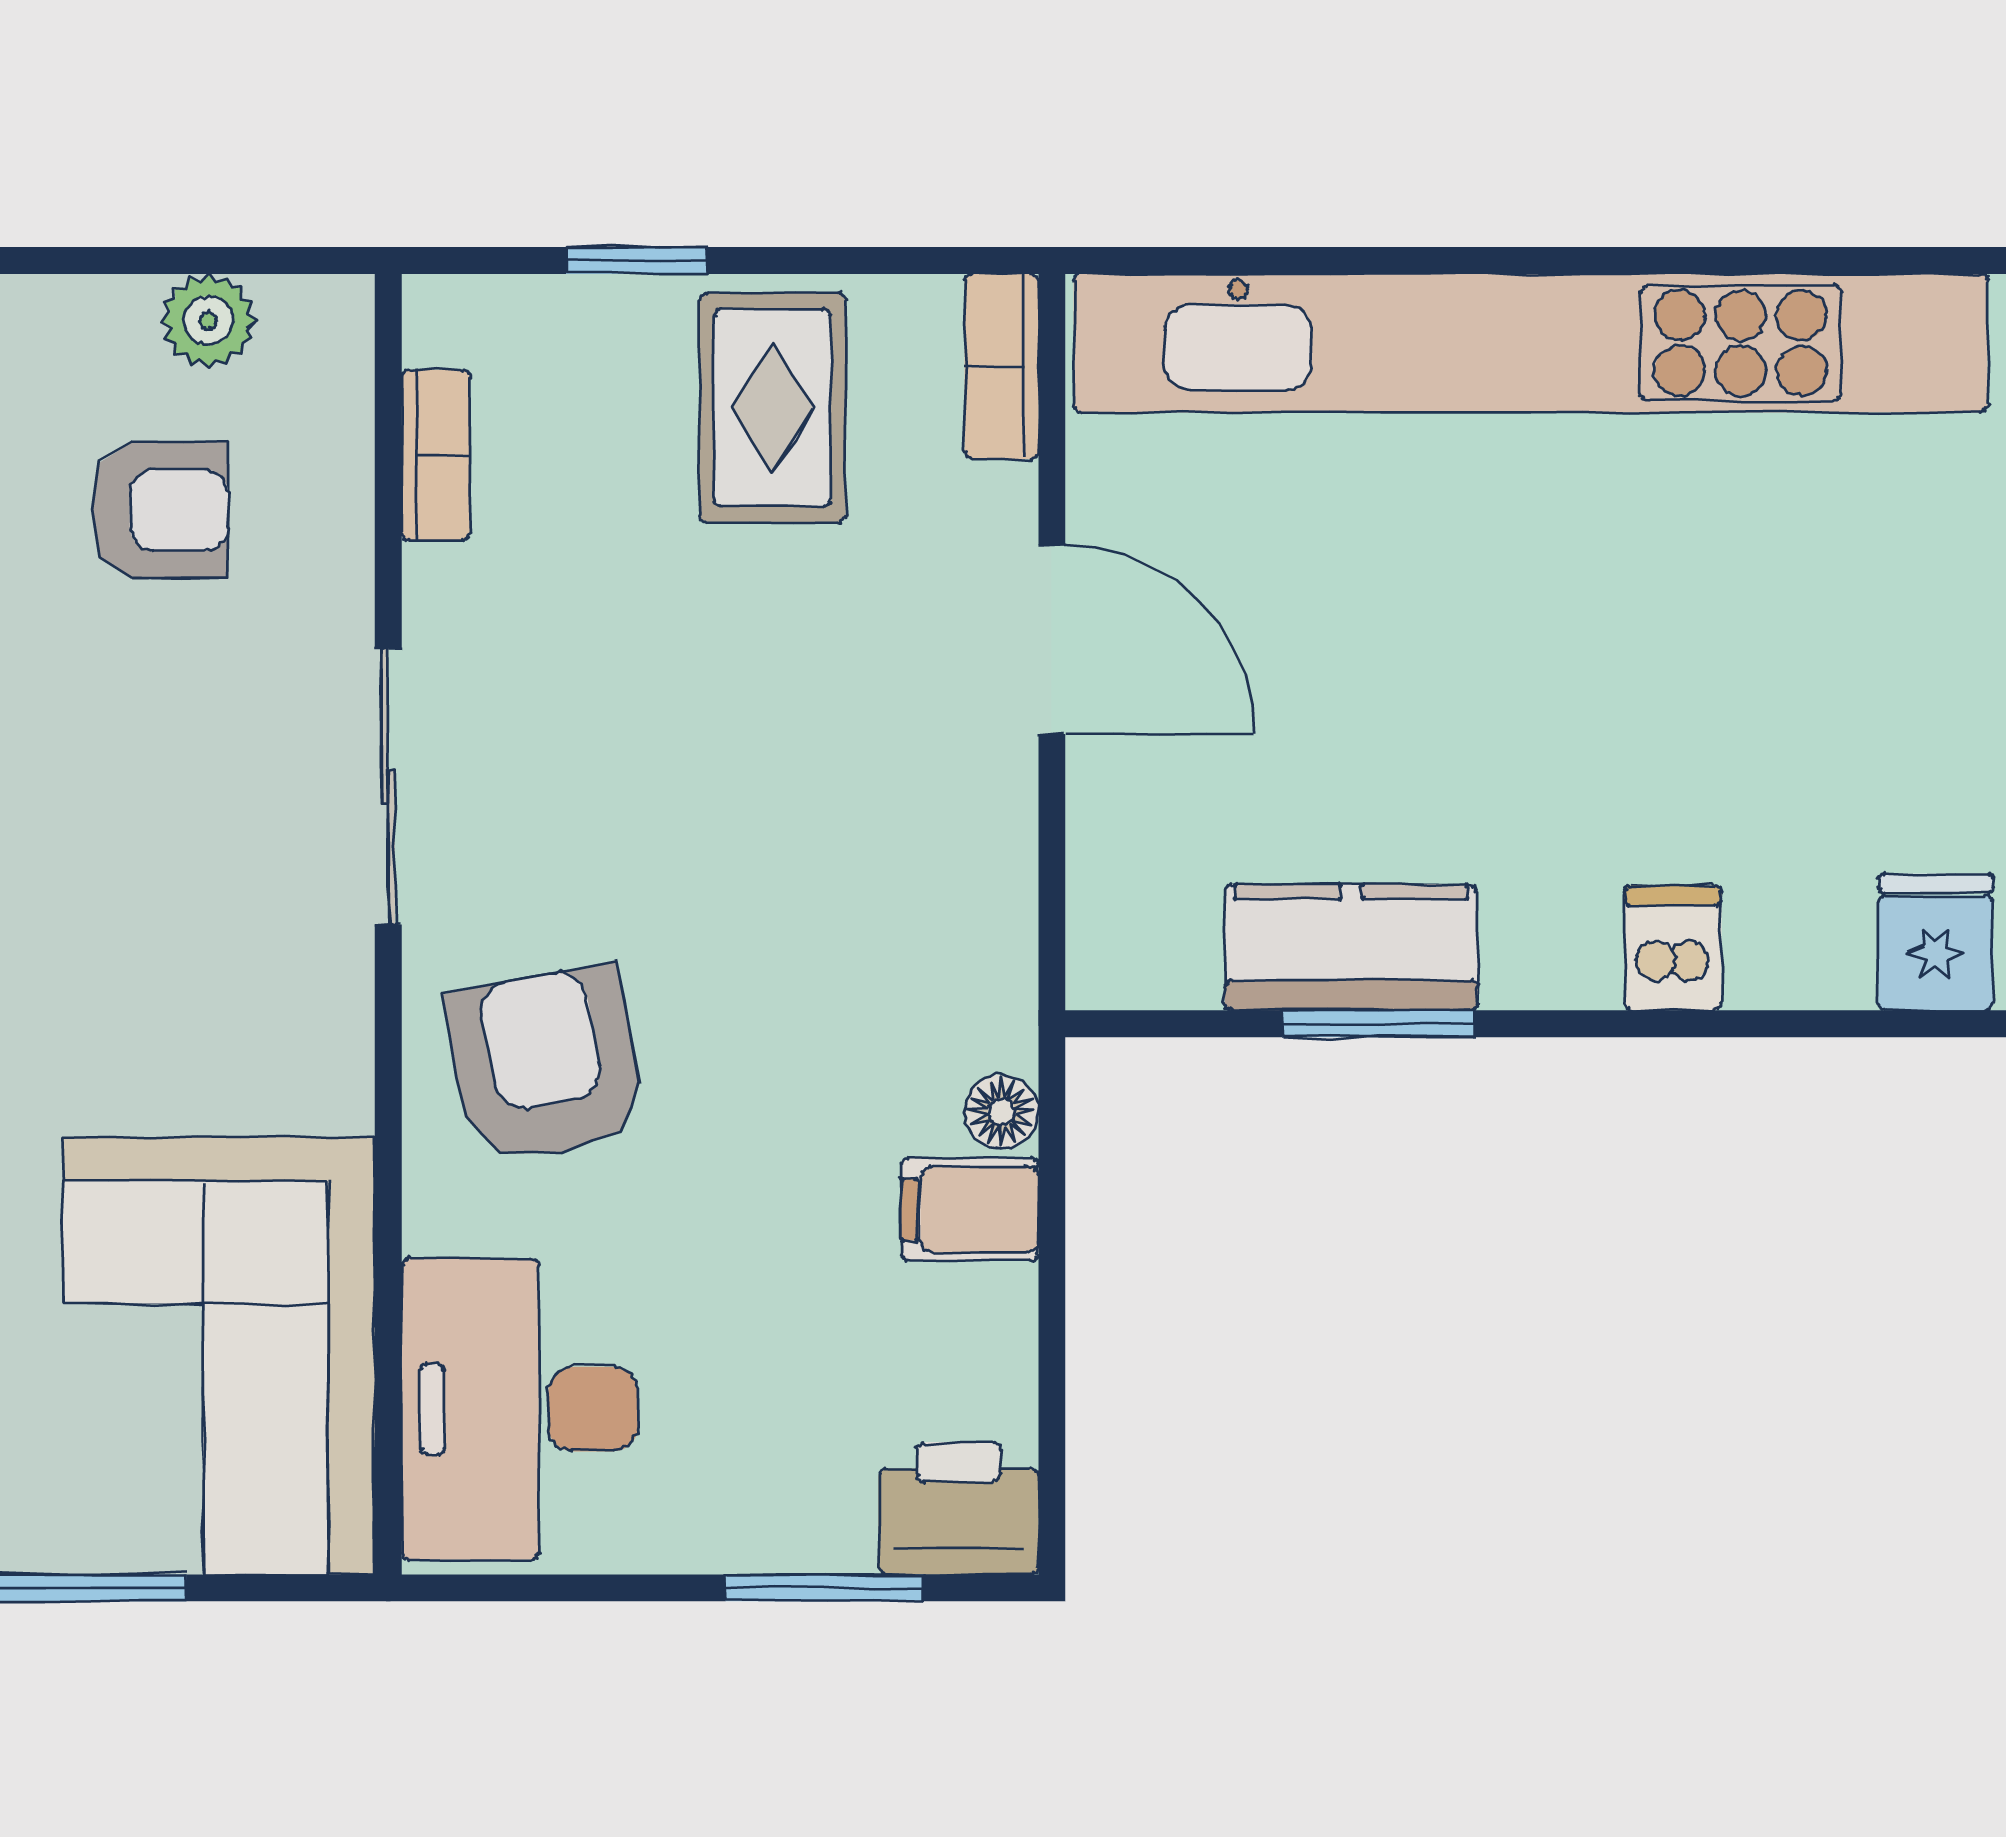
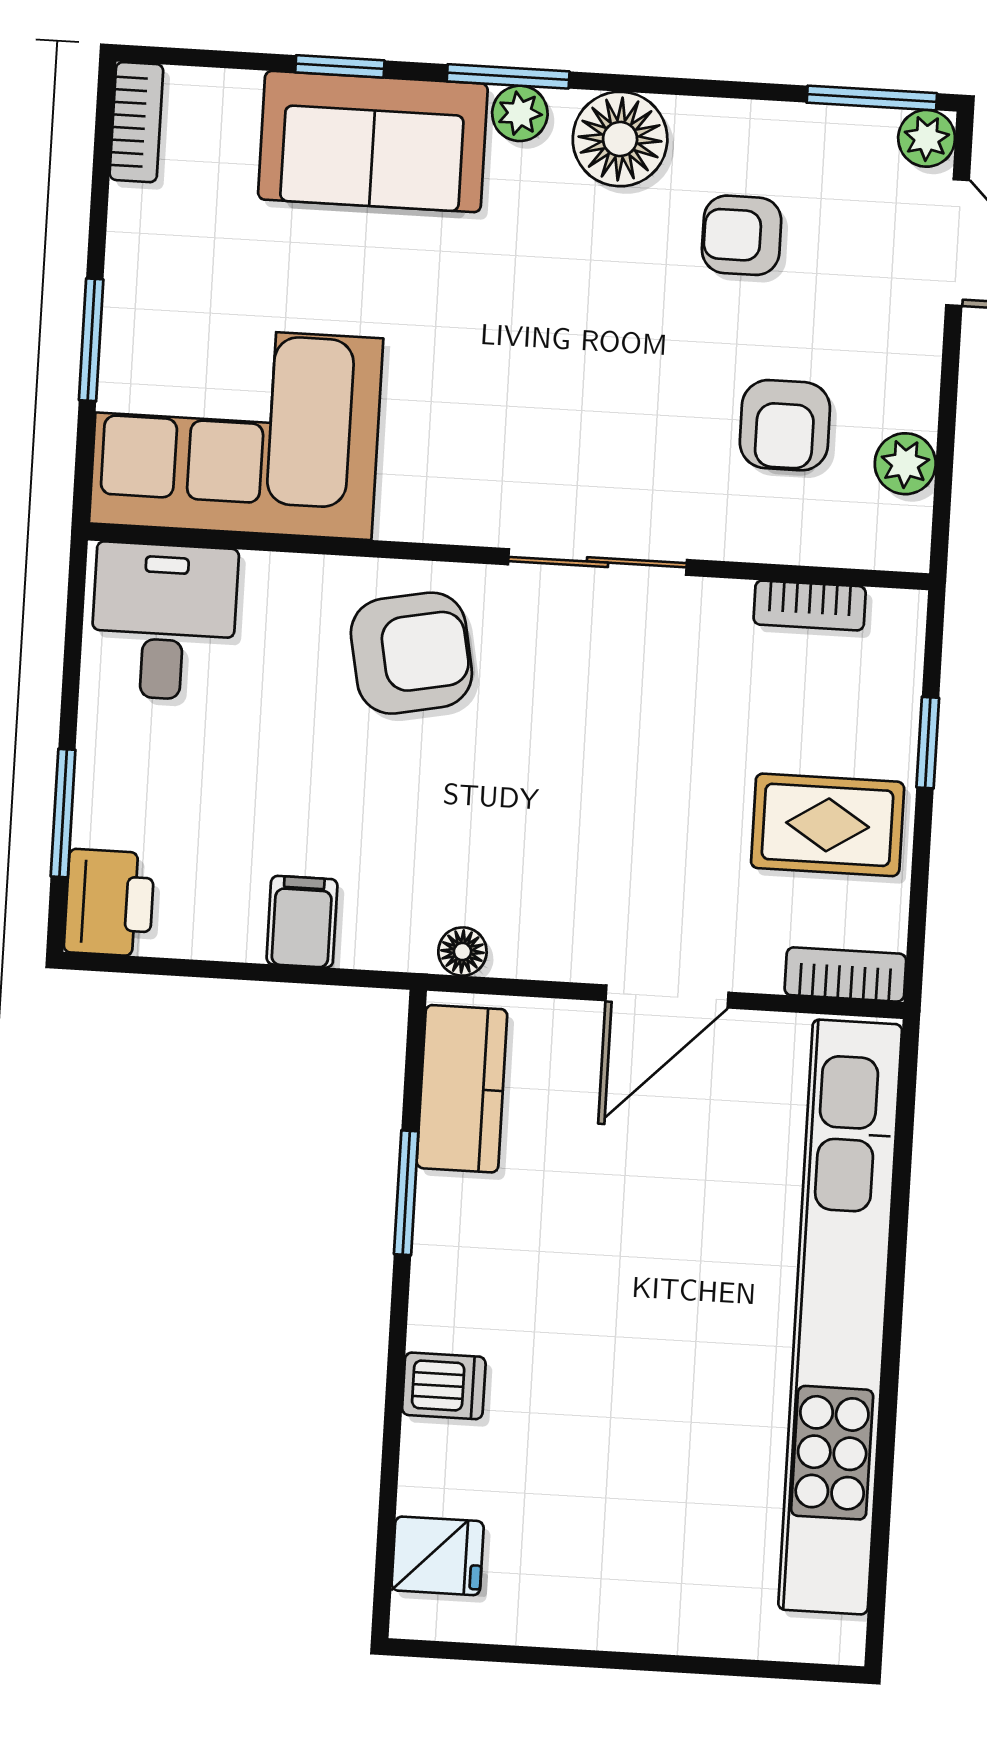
kitchen counter: (1351, 947) -> (462, 1089), moved
floor lamp: (1001, 1112) -> (462, 952), moved
desk: (520, 1409) -> (164, 622), width x0.73

